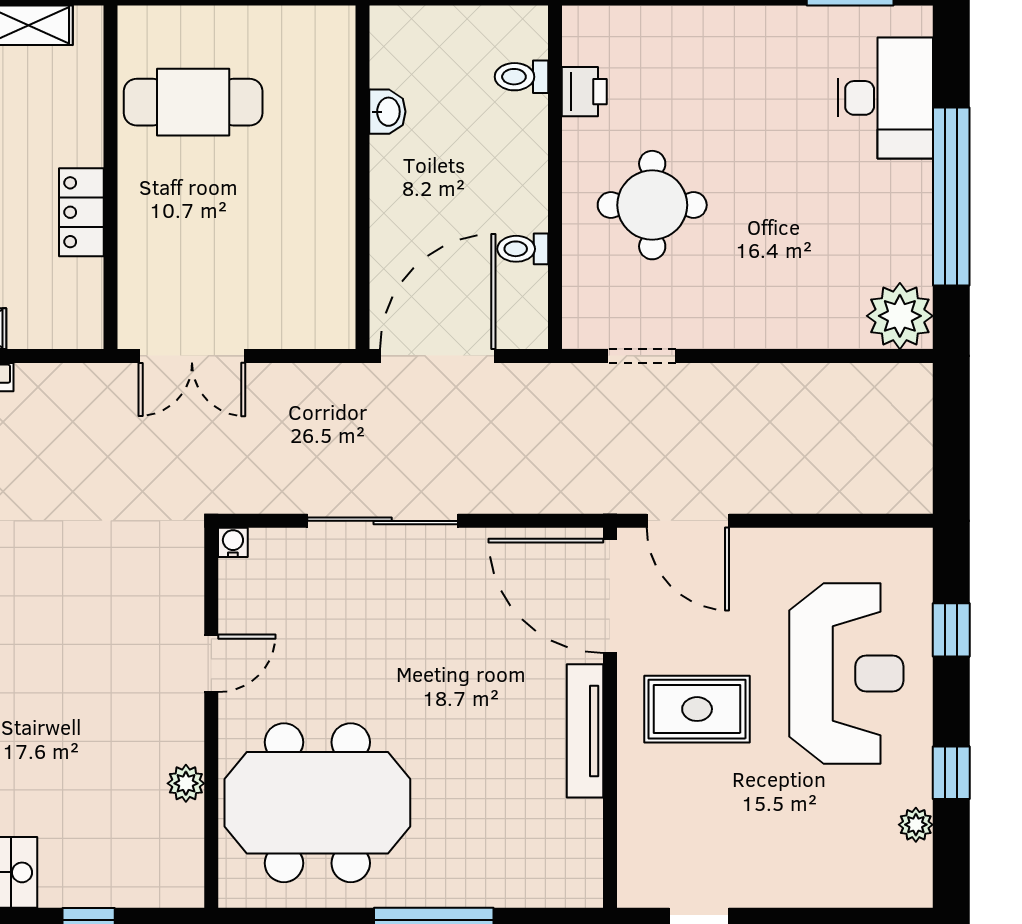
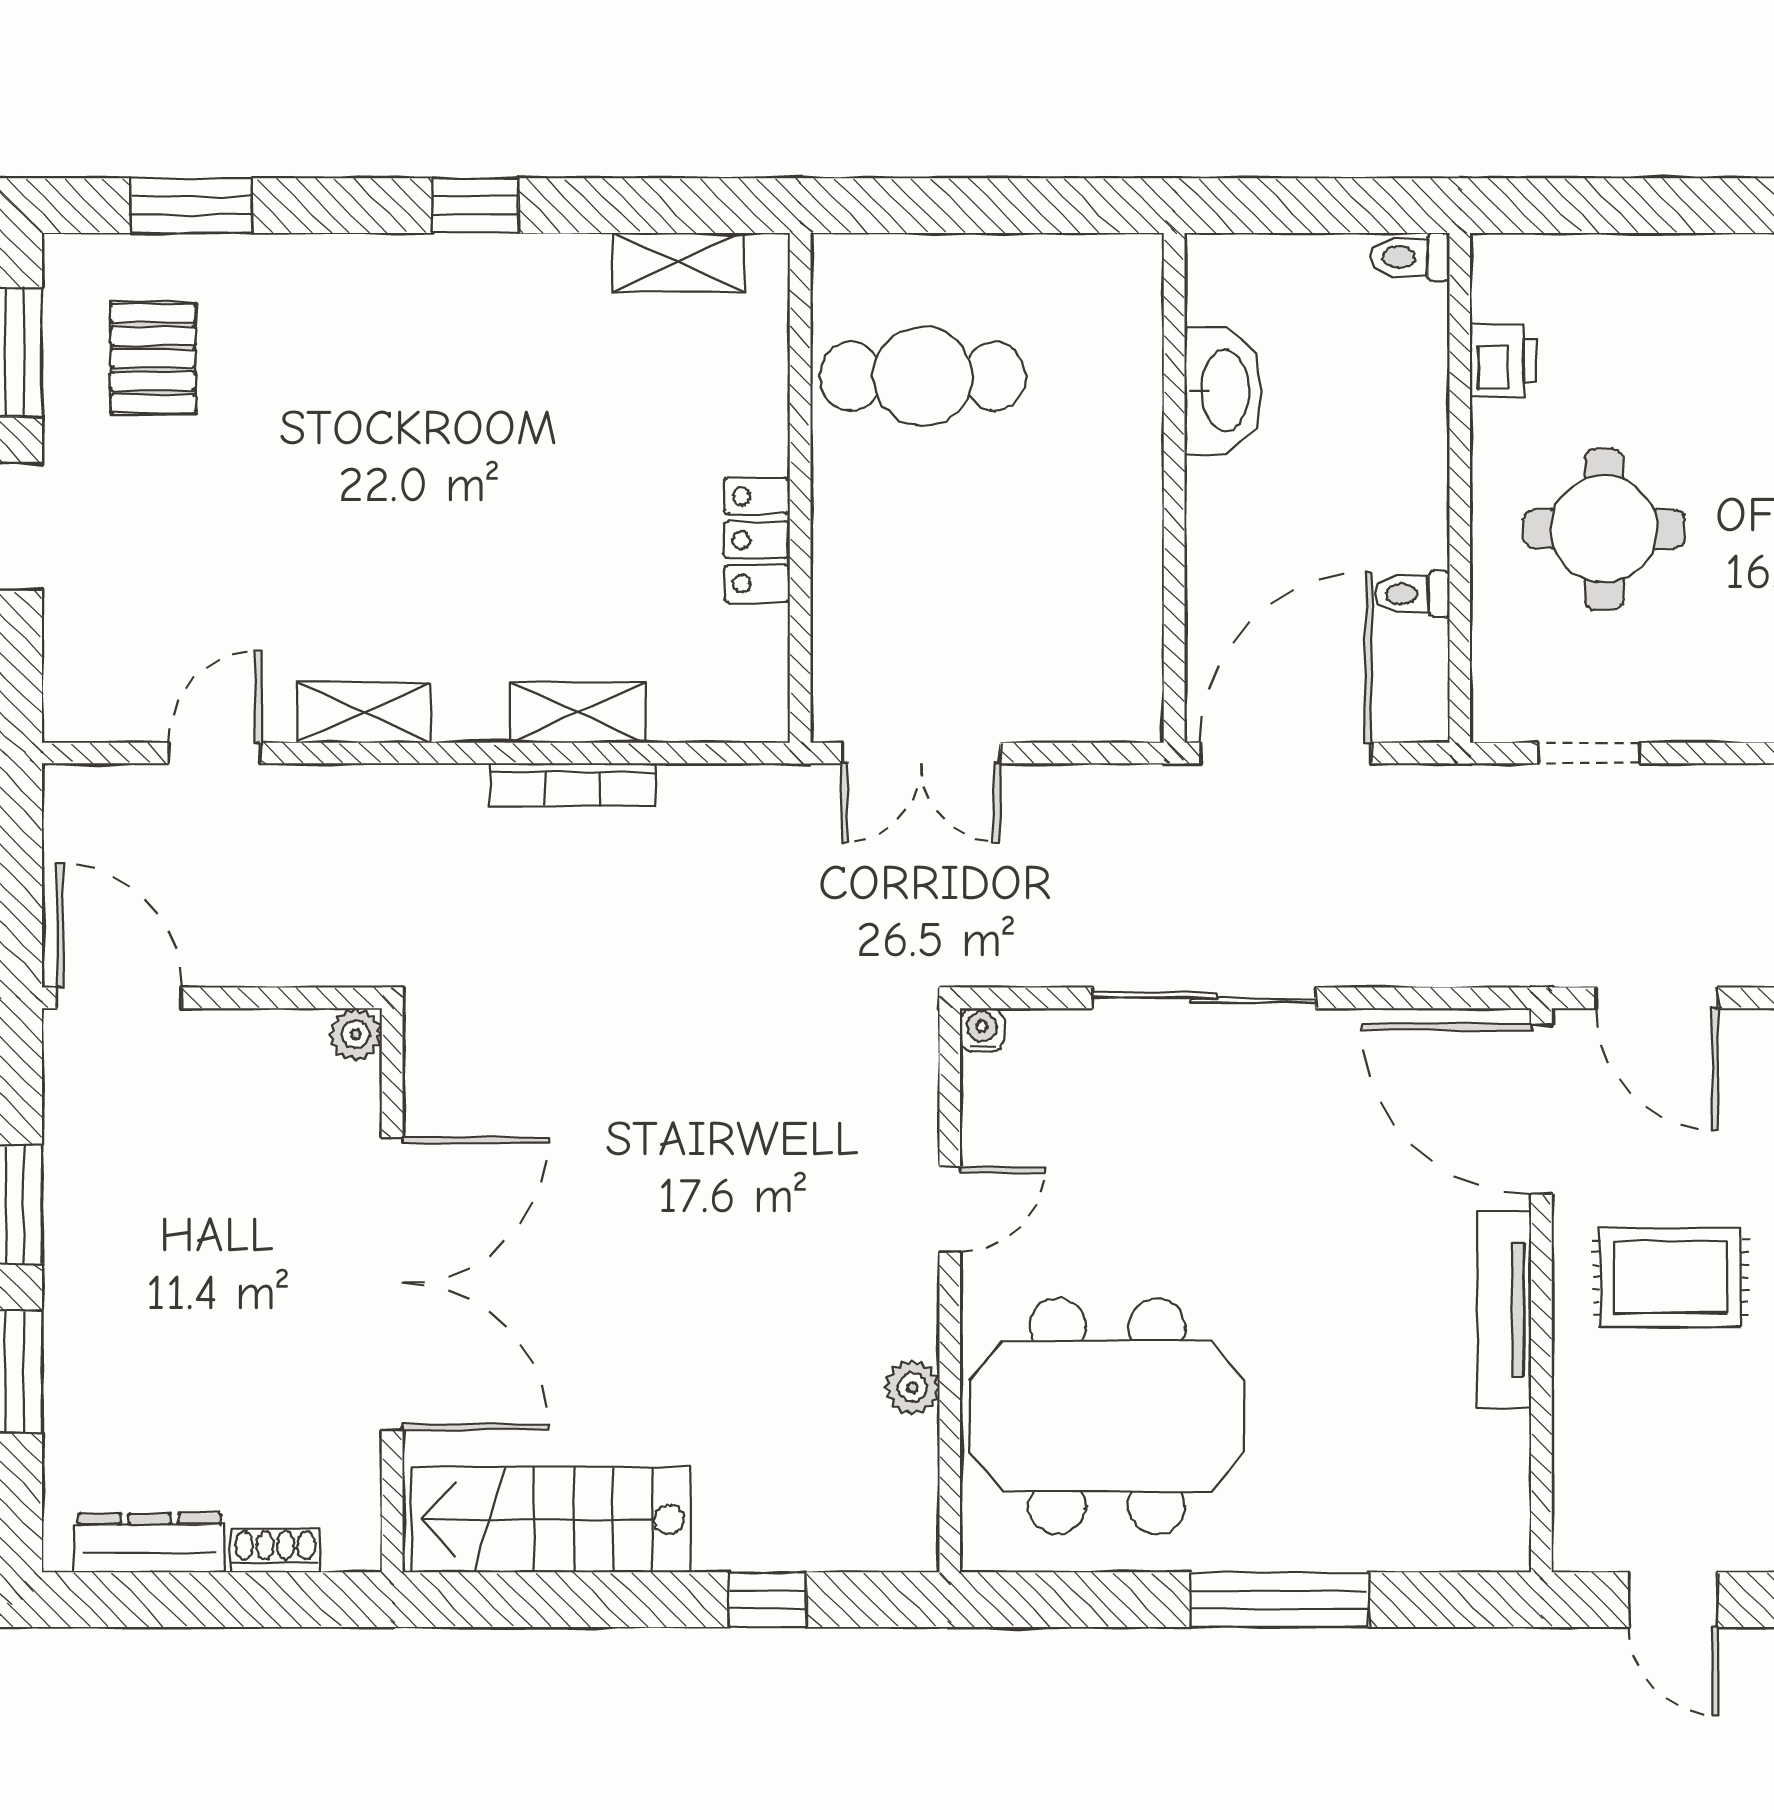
toilet: (521, 77) -> (1410, 257), moved
washbasin: (387, 112) -> (1223, 391), width x1.91, depth x1.45

